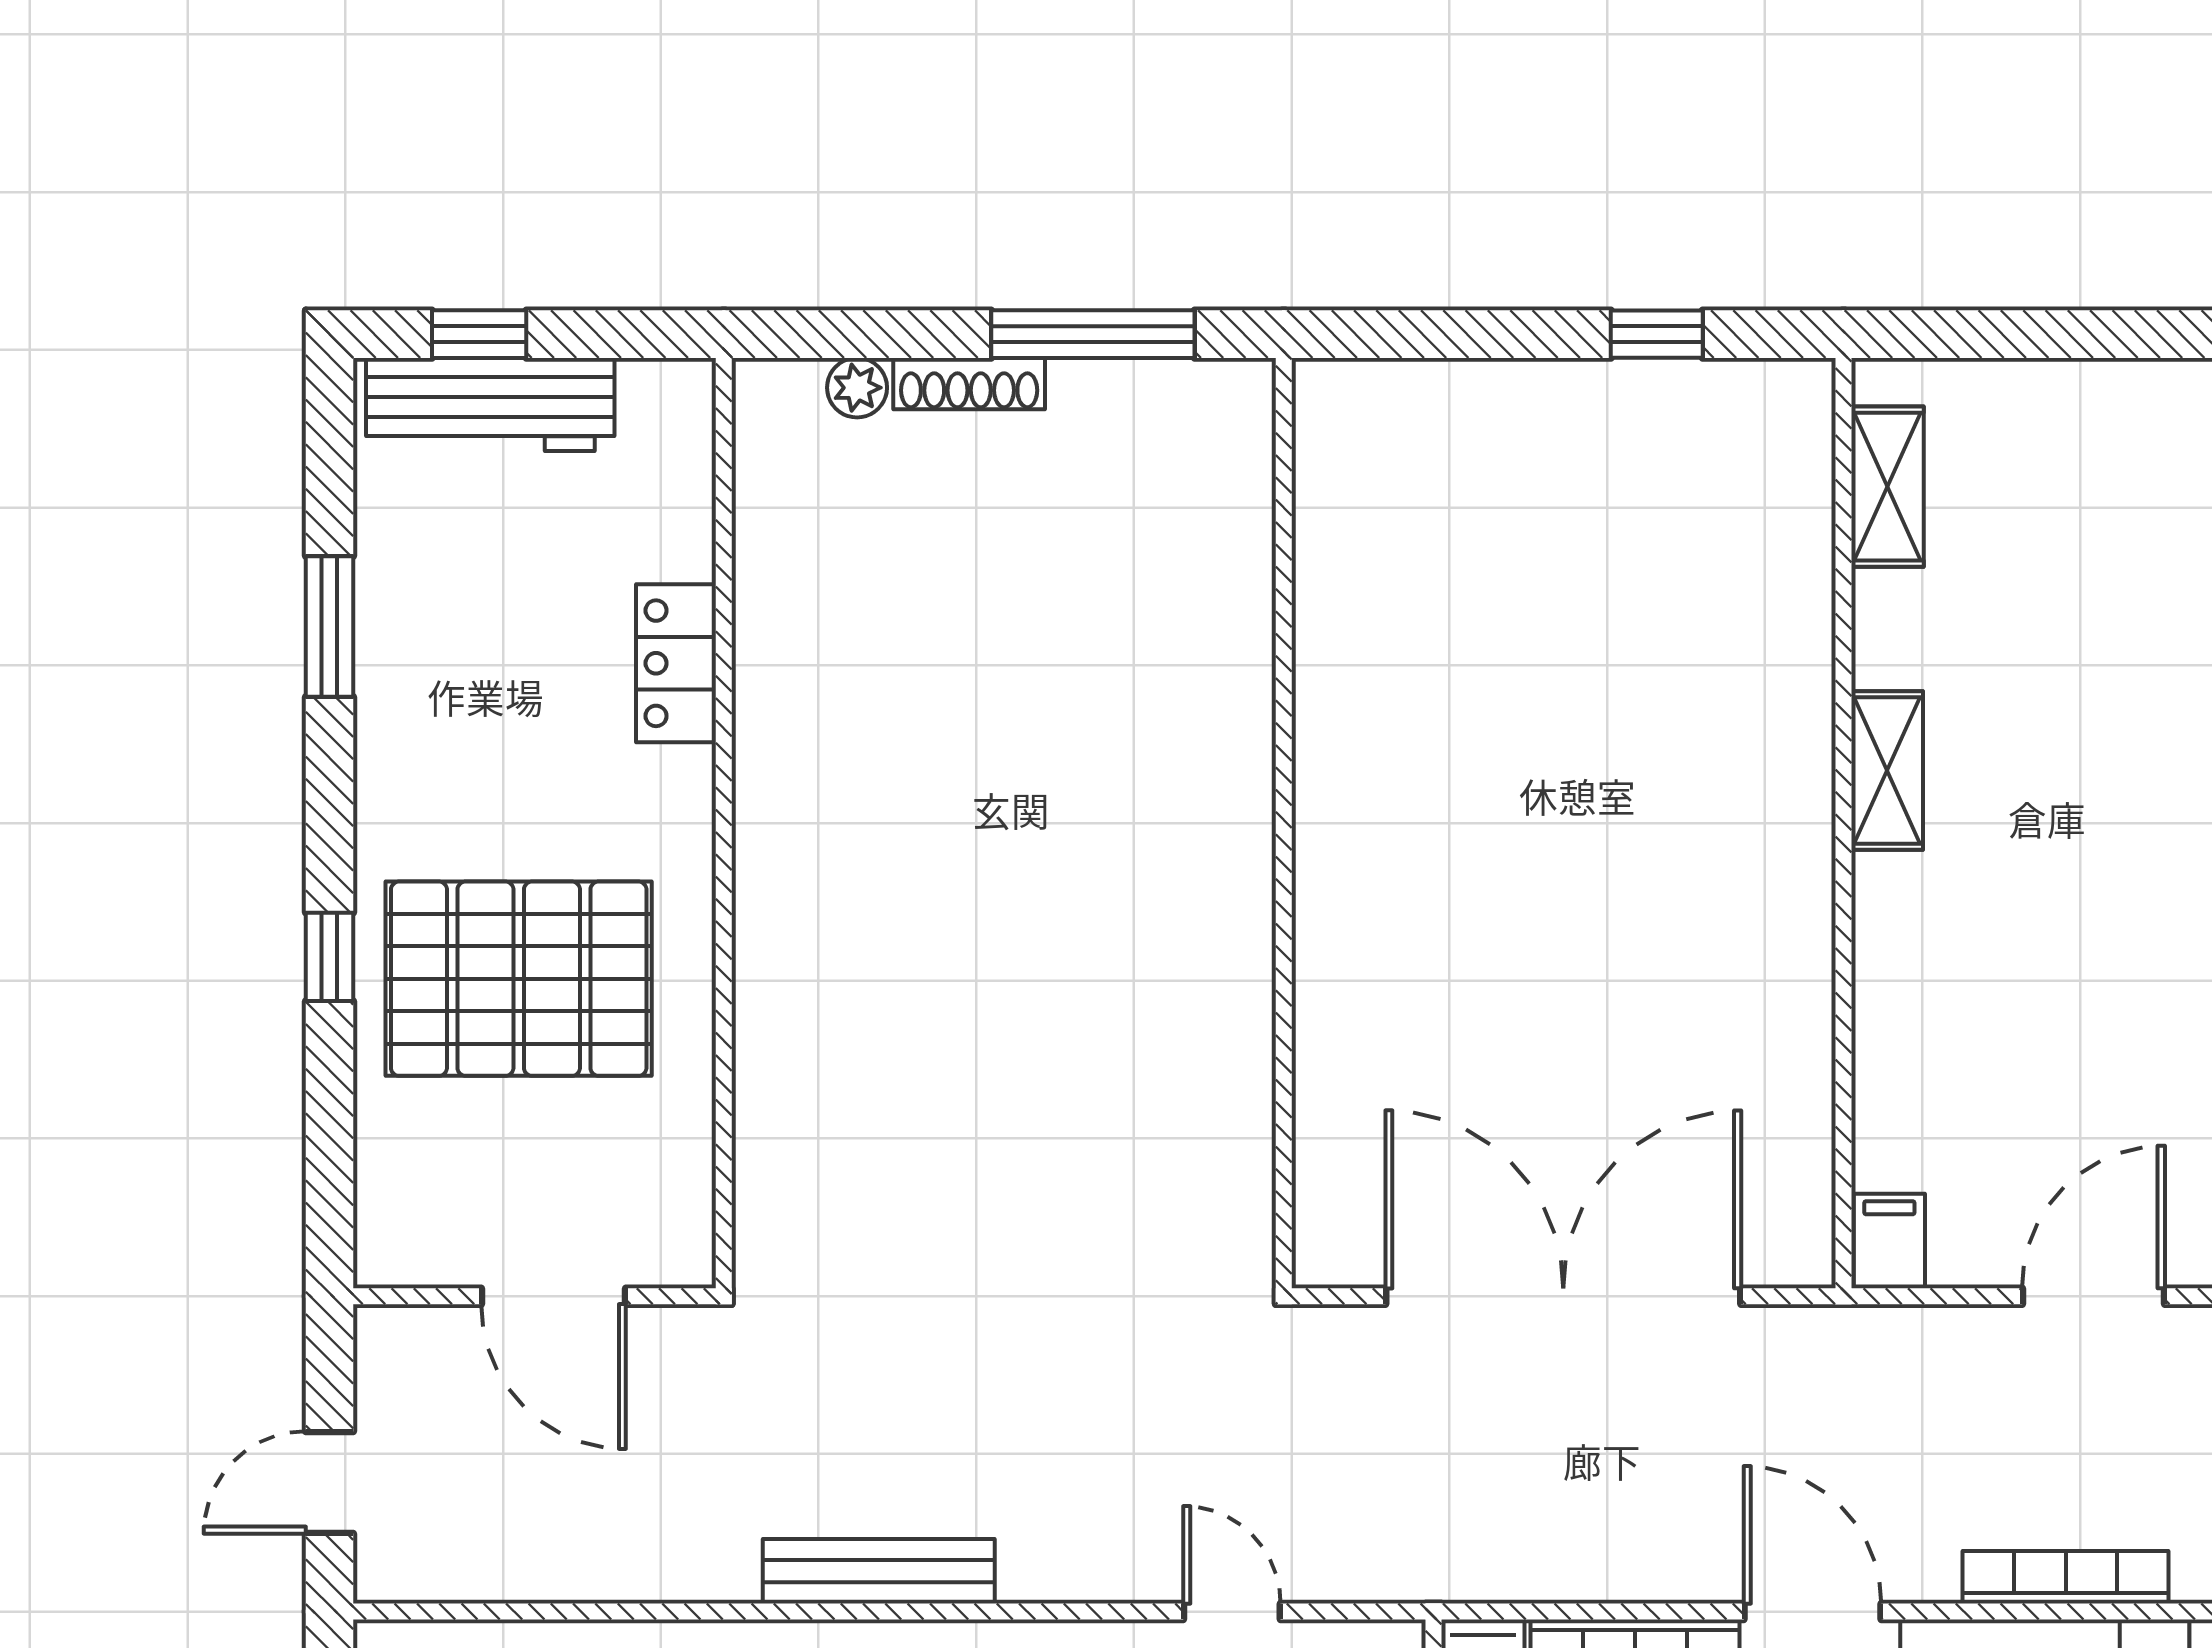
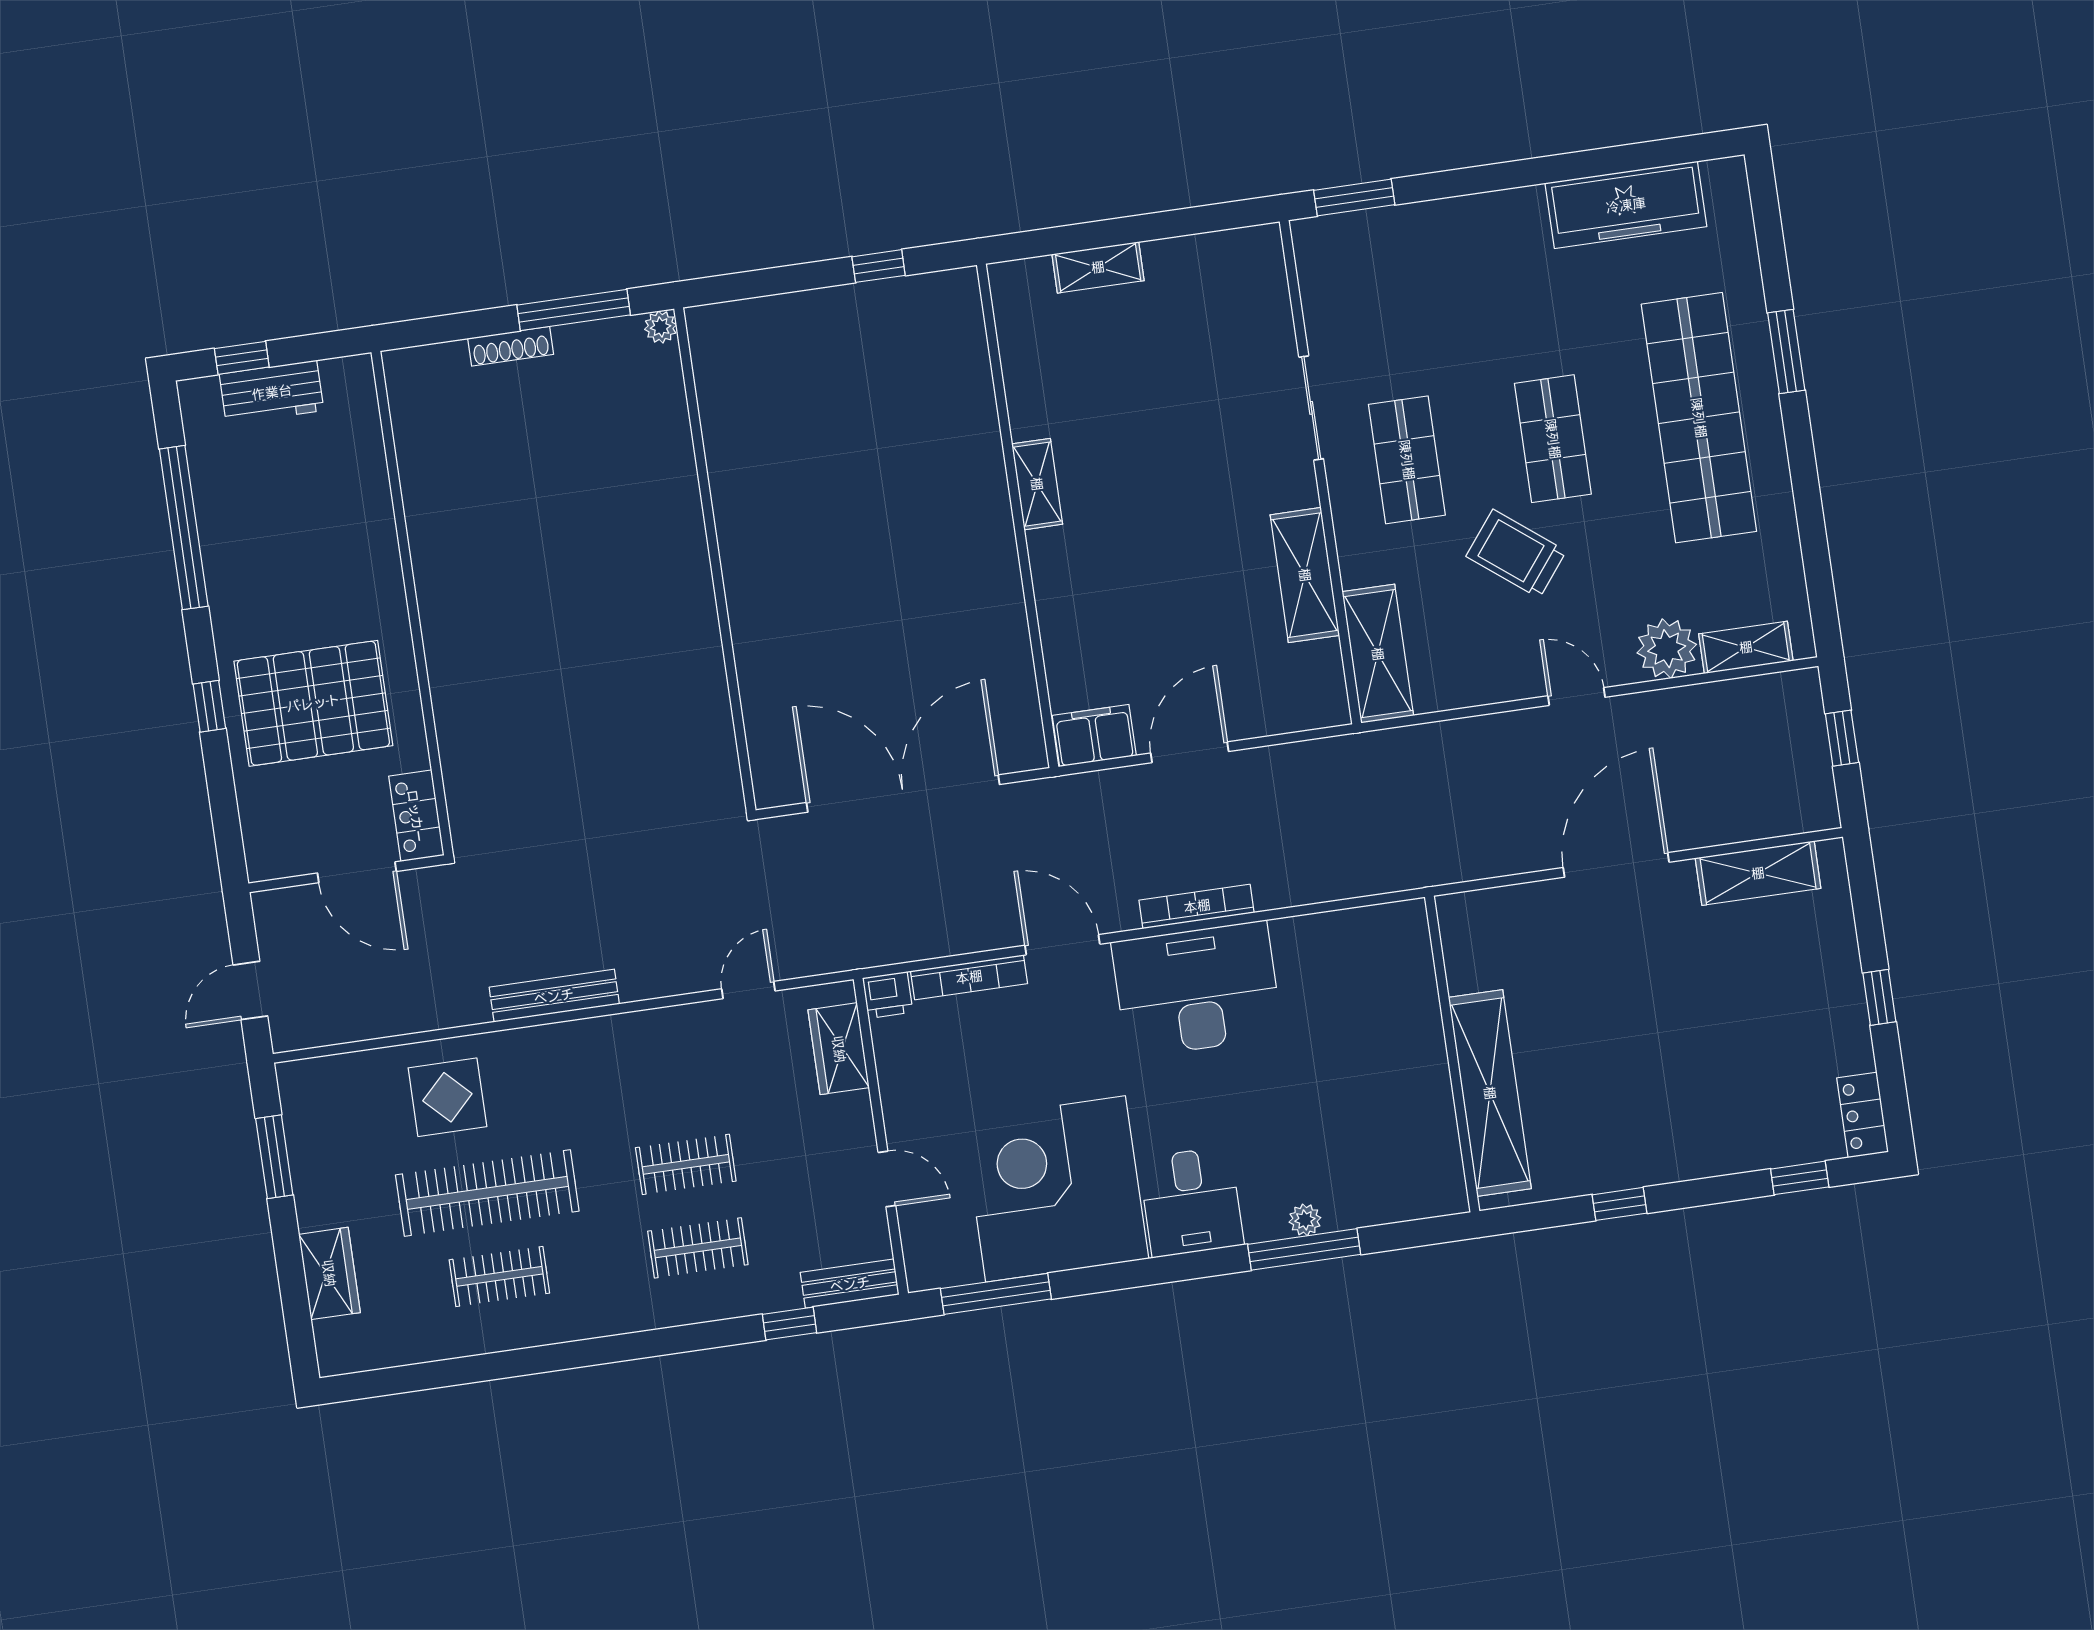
plant: (857, 388) -> (661, 327), moved
workbench: (490, 404) -> (272, 392), width x0.73
shelving: (1888, 487) -> (1098, 267), moved, turned 90
window: (330, 626) -> (184, 528), width x2.11
locker: (676, 663) -> (416, 816), moved
filing cabinet: (1889, 1241) -> (1094, 736), width x2.00
door: (1232, 1612) -> (748, 990), hinge flipped

